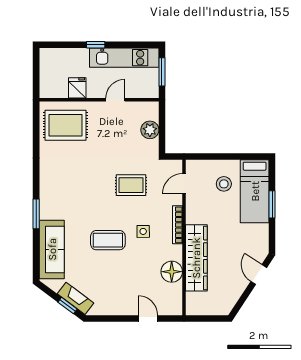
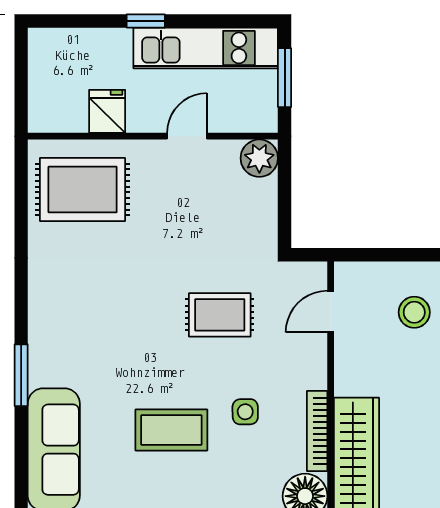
plant: (150, 130) -> (259, 158), moved
bookcase: (177, 225) -> (317, 431), moved

